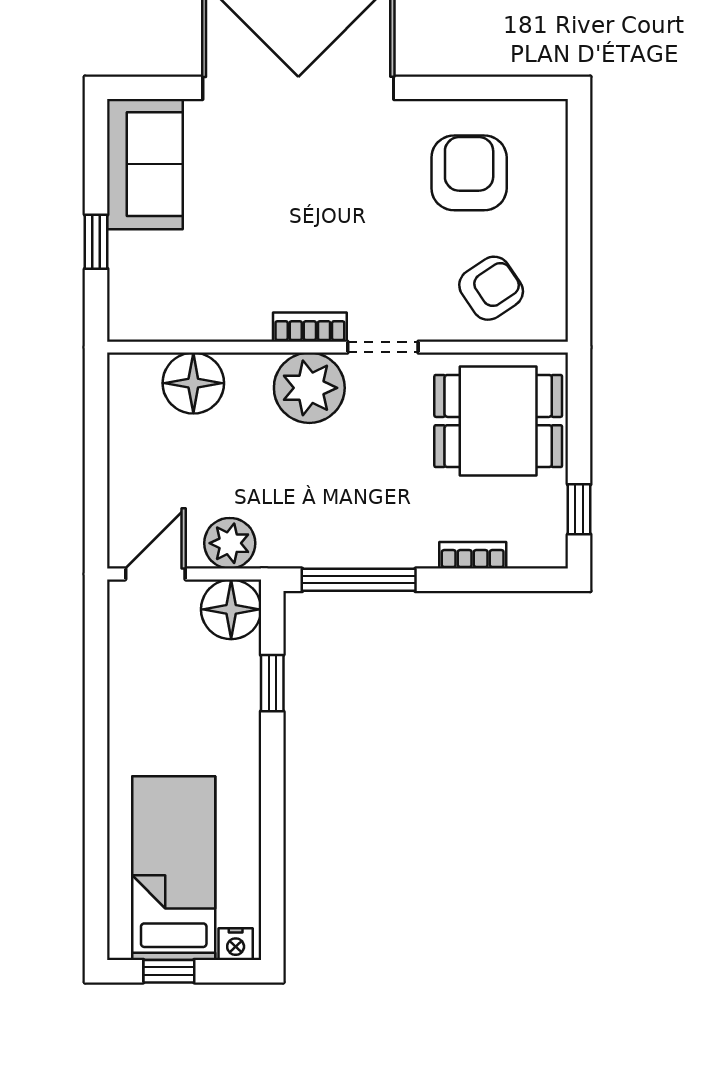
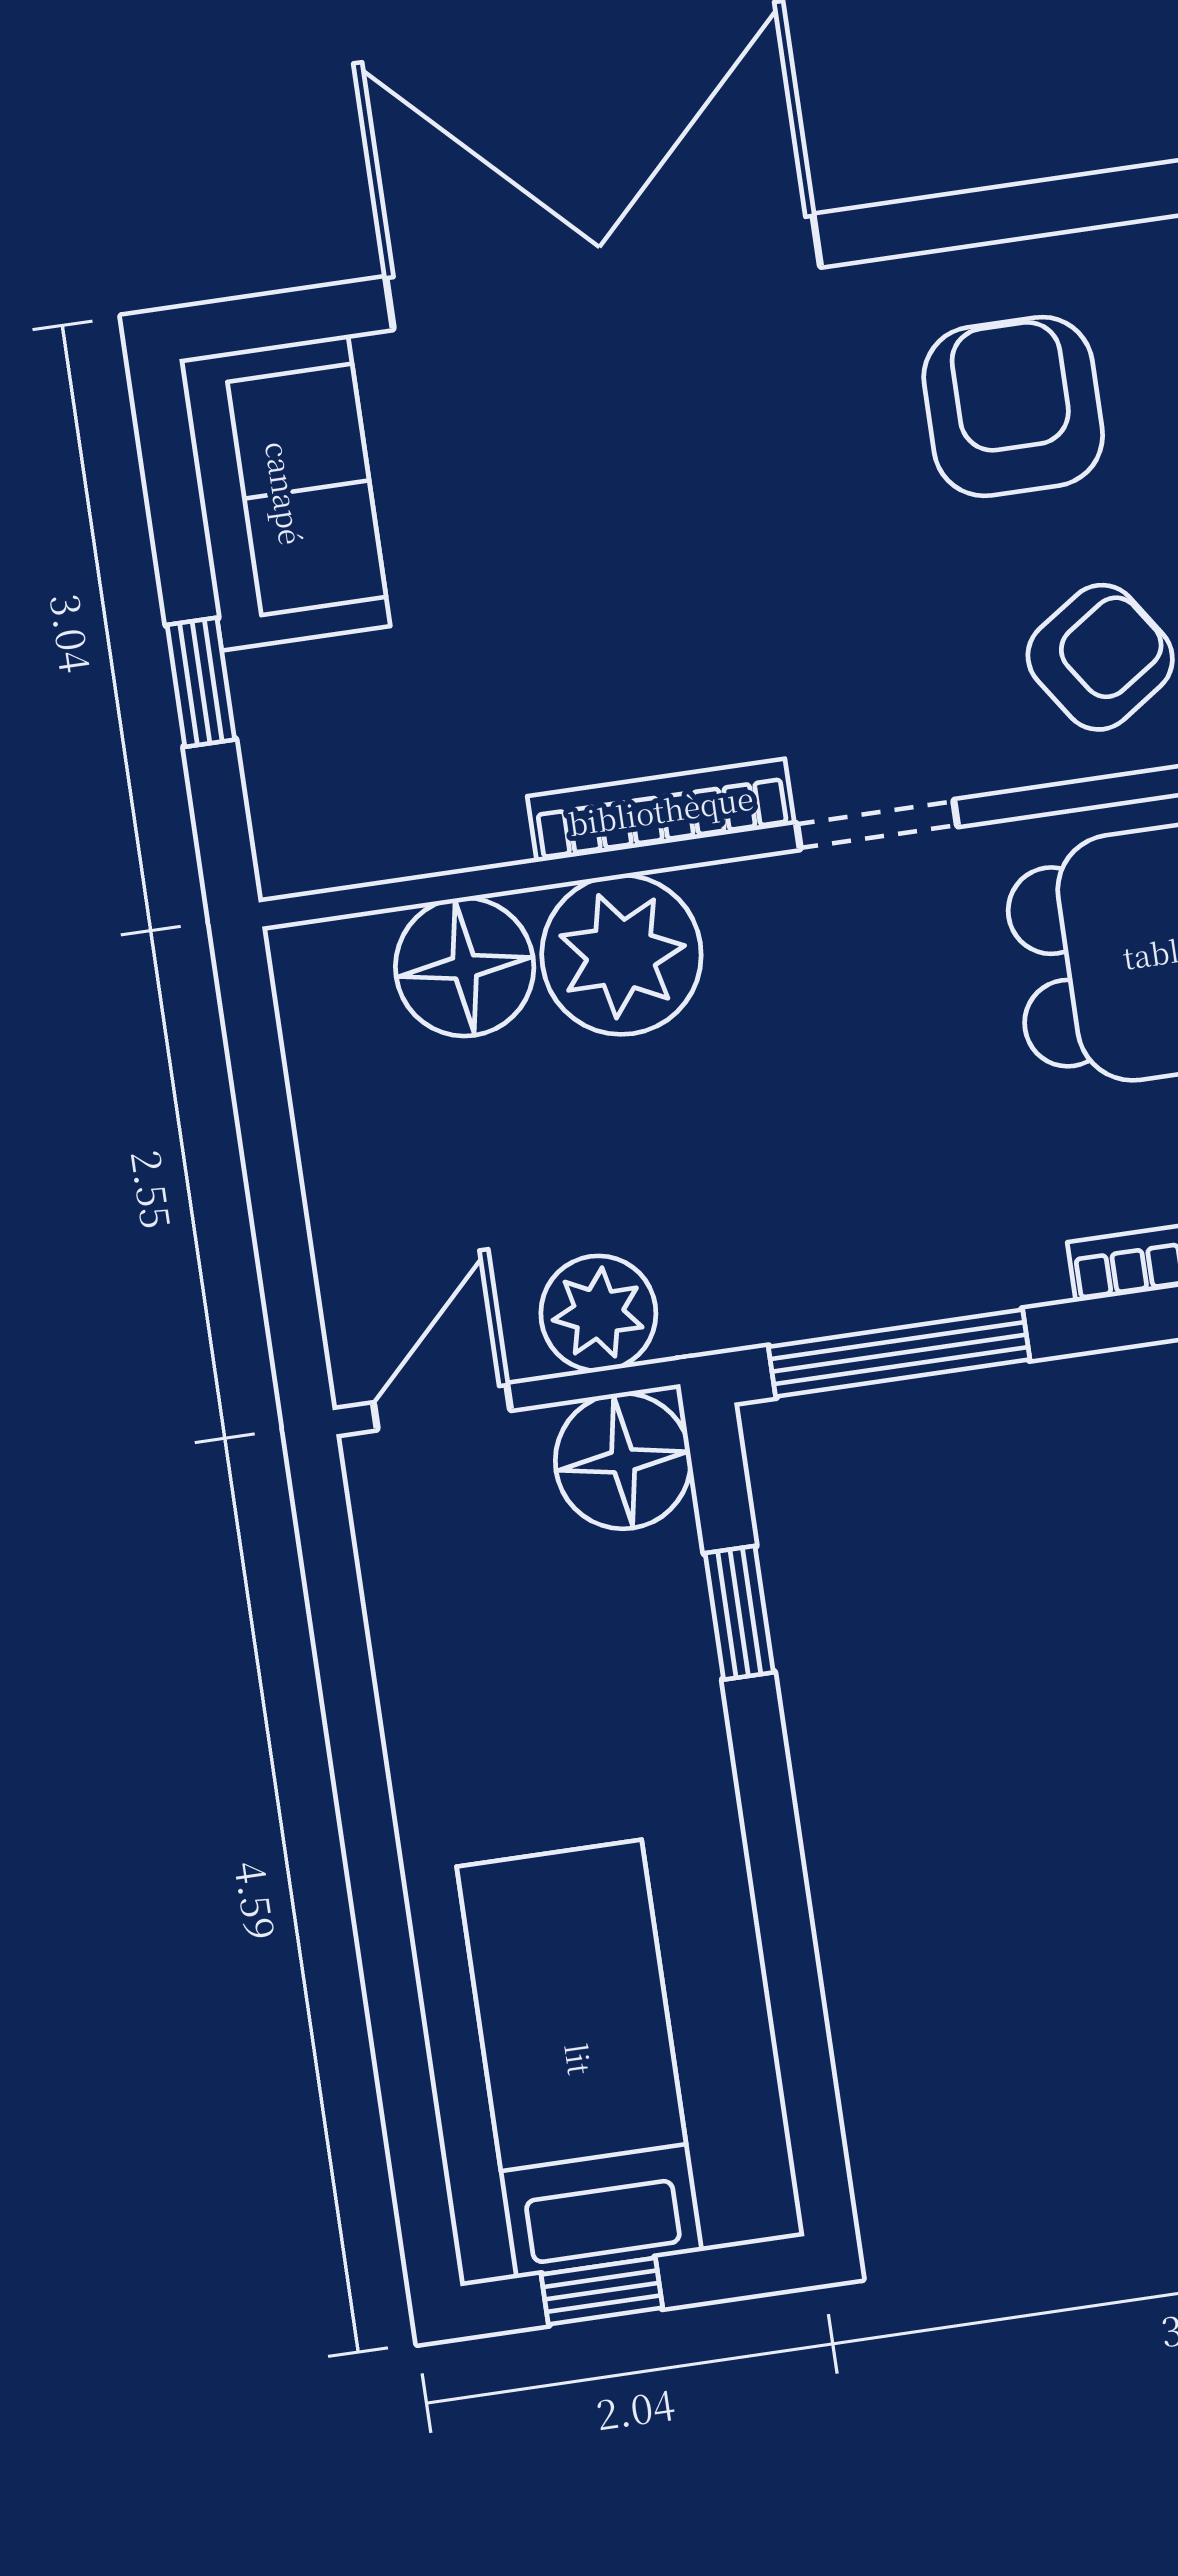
bookcase: (310, 327) -> (661, 810), width x1.56
plant: (309, 388) -> (621, 955), moved
nightstand: (236, 944) -> (742, 2209), removed

